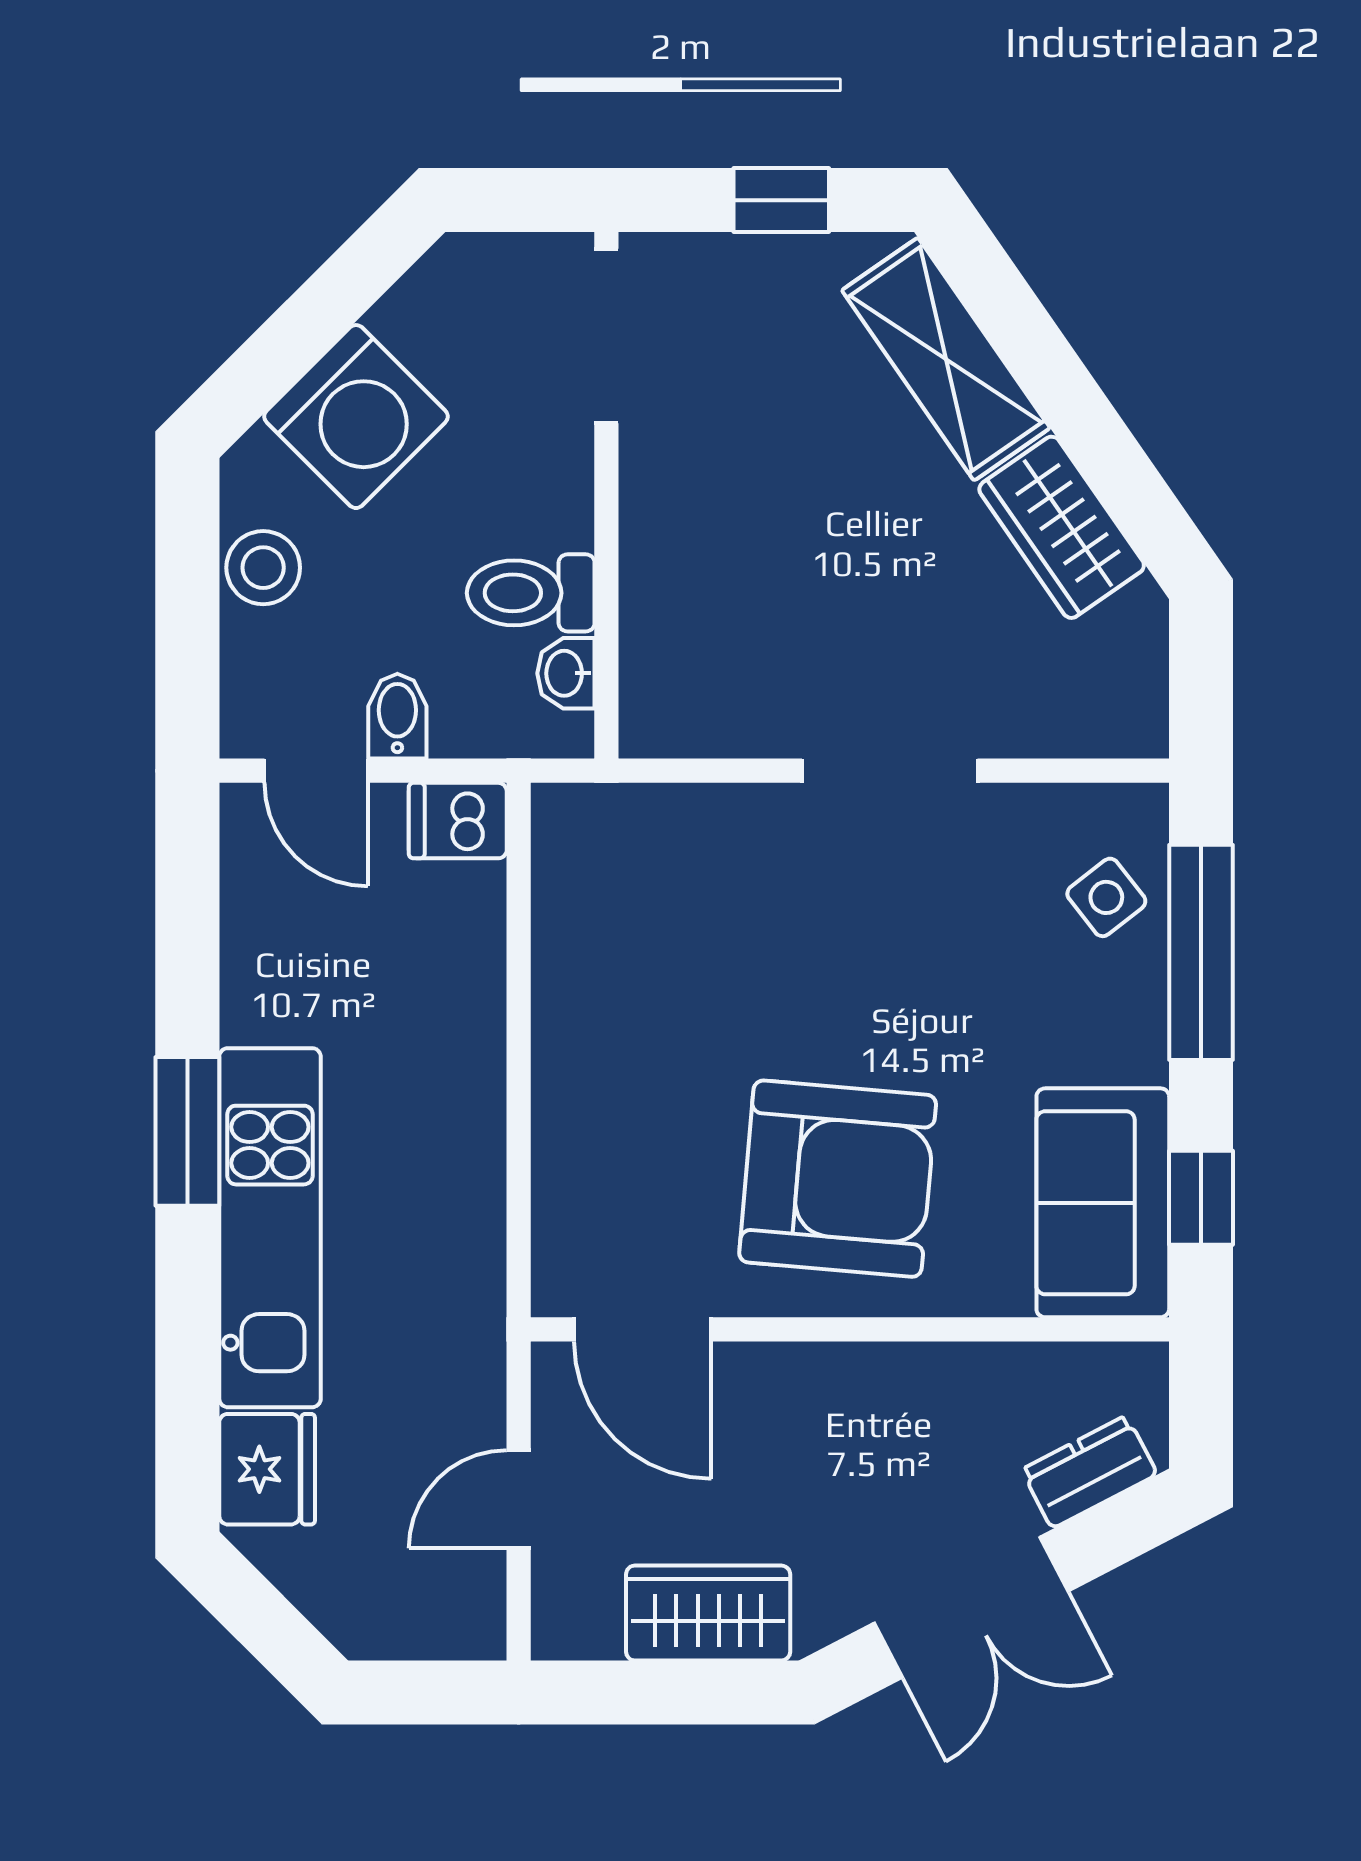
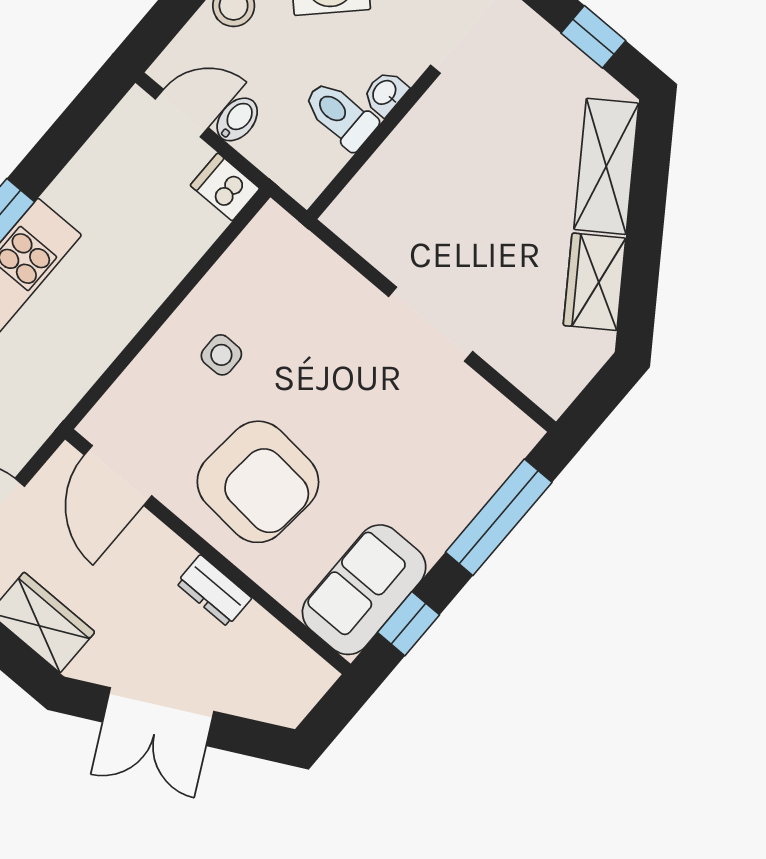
washbasin: (566, 673) -> (385, 93), moved
door: (316, 771) -> (182, 113), swing flipped
side table: (1106, 897) -> (221, 355), moved, turned 38
dresser: (1089, 1472) -> (214, 591), moved, turned -153

